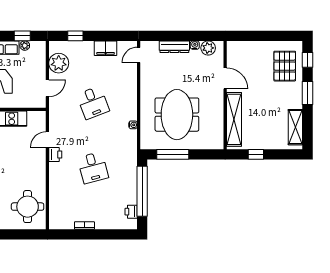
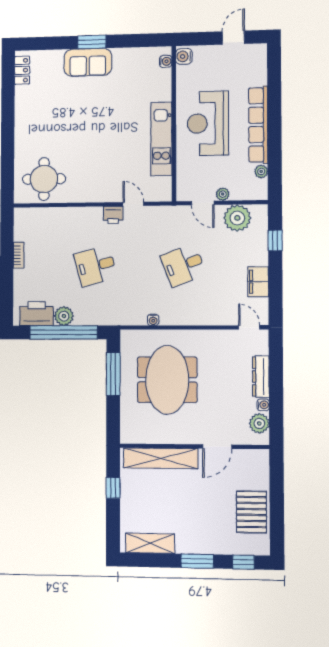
window: (22, 36) -> (275, 168), removed
pallet: (285, 66) -> (251, 512), moved, turned 90
plant: (41, 74) -> (223, 194), added
meeting table: (177, 115) -> (167, 380), turned 90
plant: (130, 191) -> (64, 316), added
printer: (131, 212) -> (37, 314), width x1.87, depth x1.48

